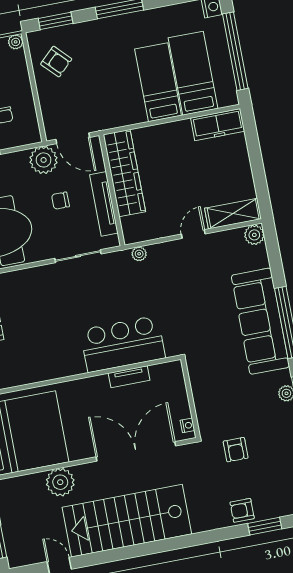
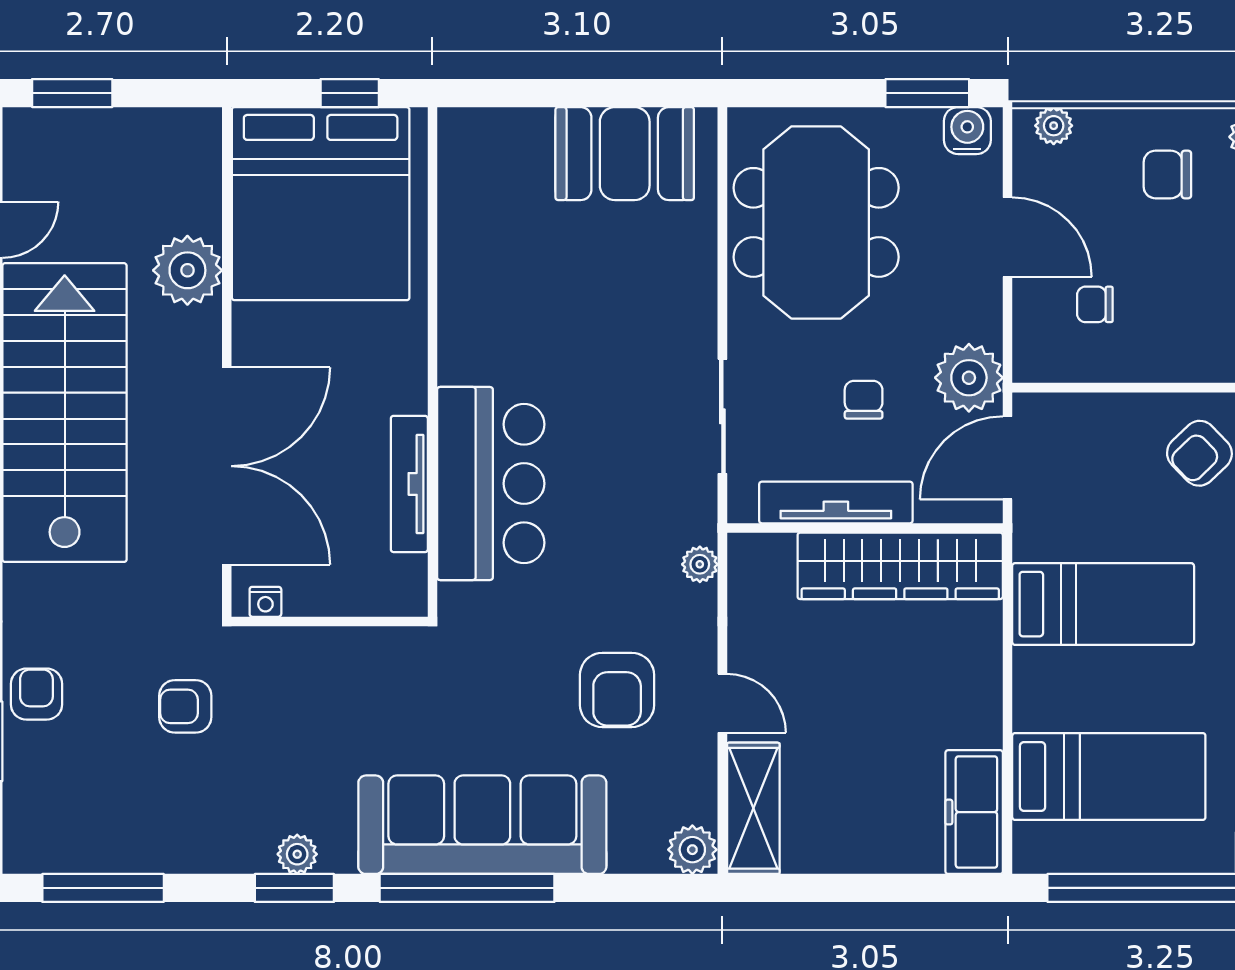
bed: (158, 82) -> (1103, 604), moved
armchair: (196, 277) -> (617, 690), added
tv unit: (129, 377) -> (409, 484), width x1.41

